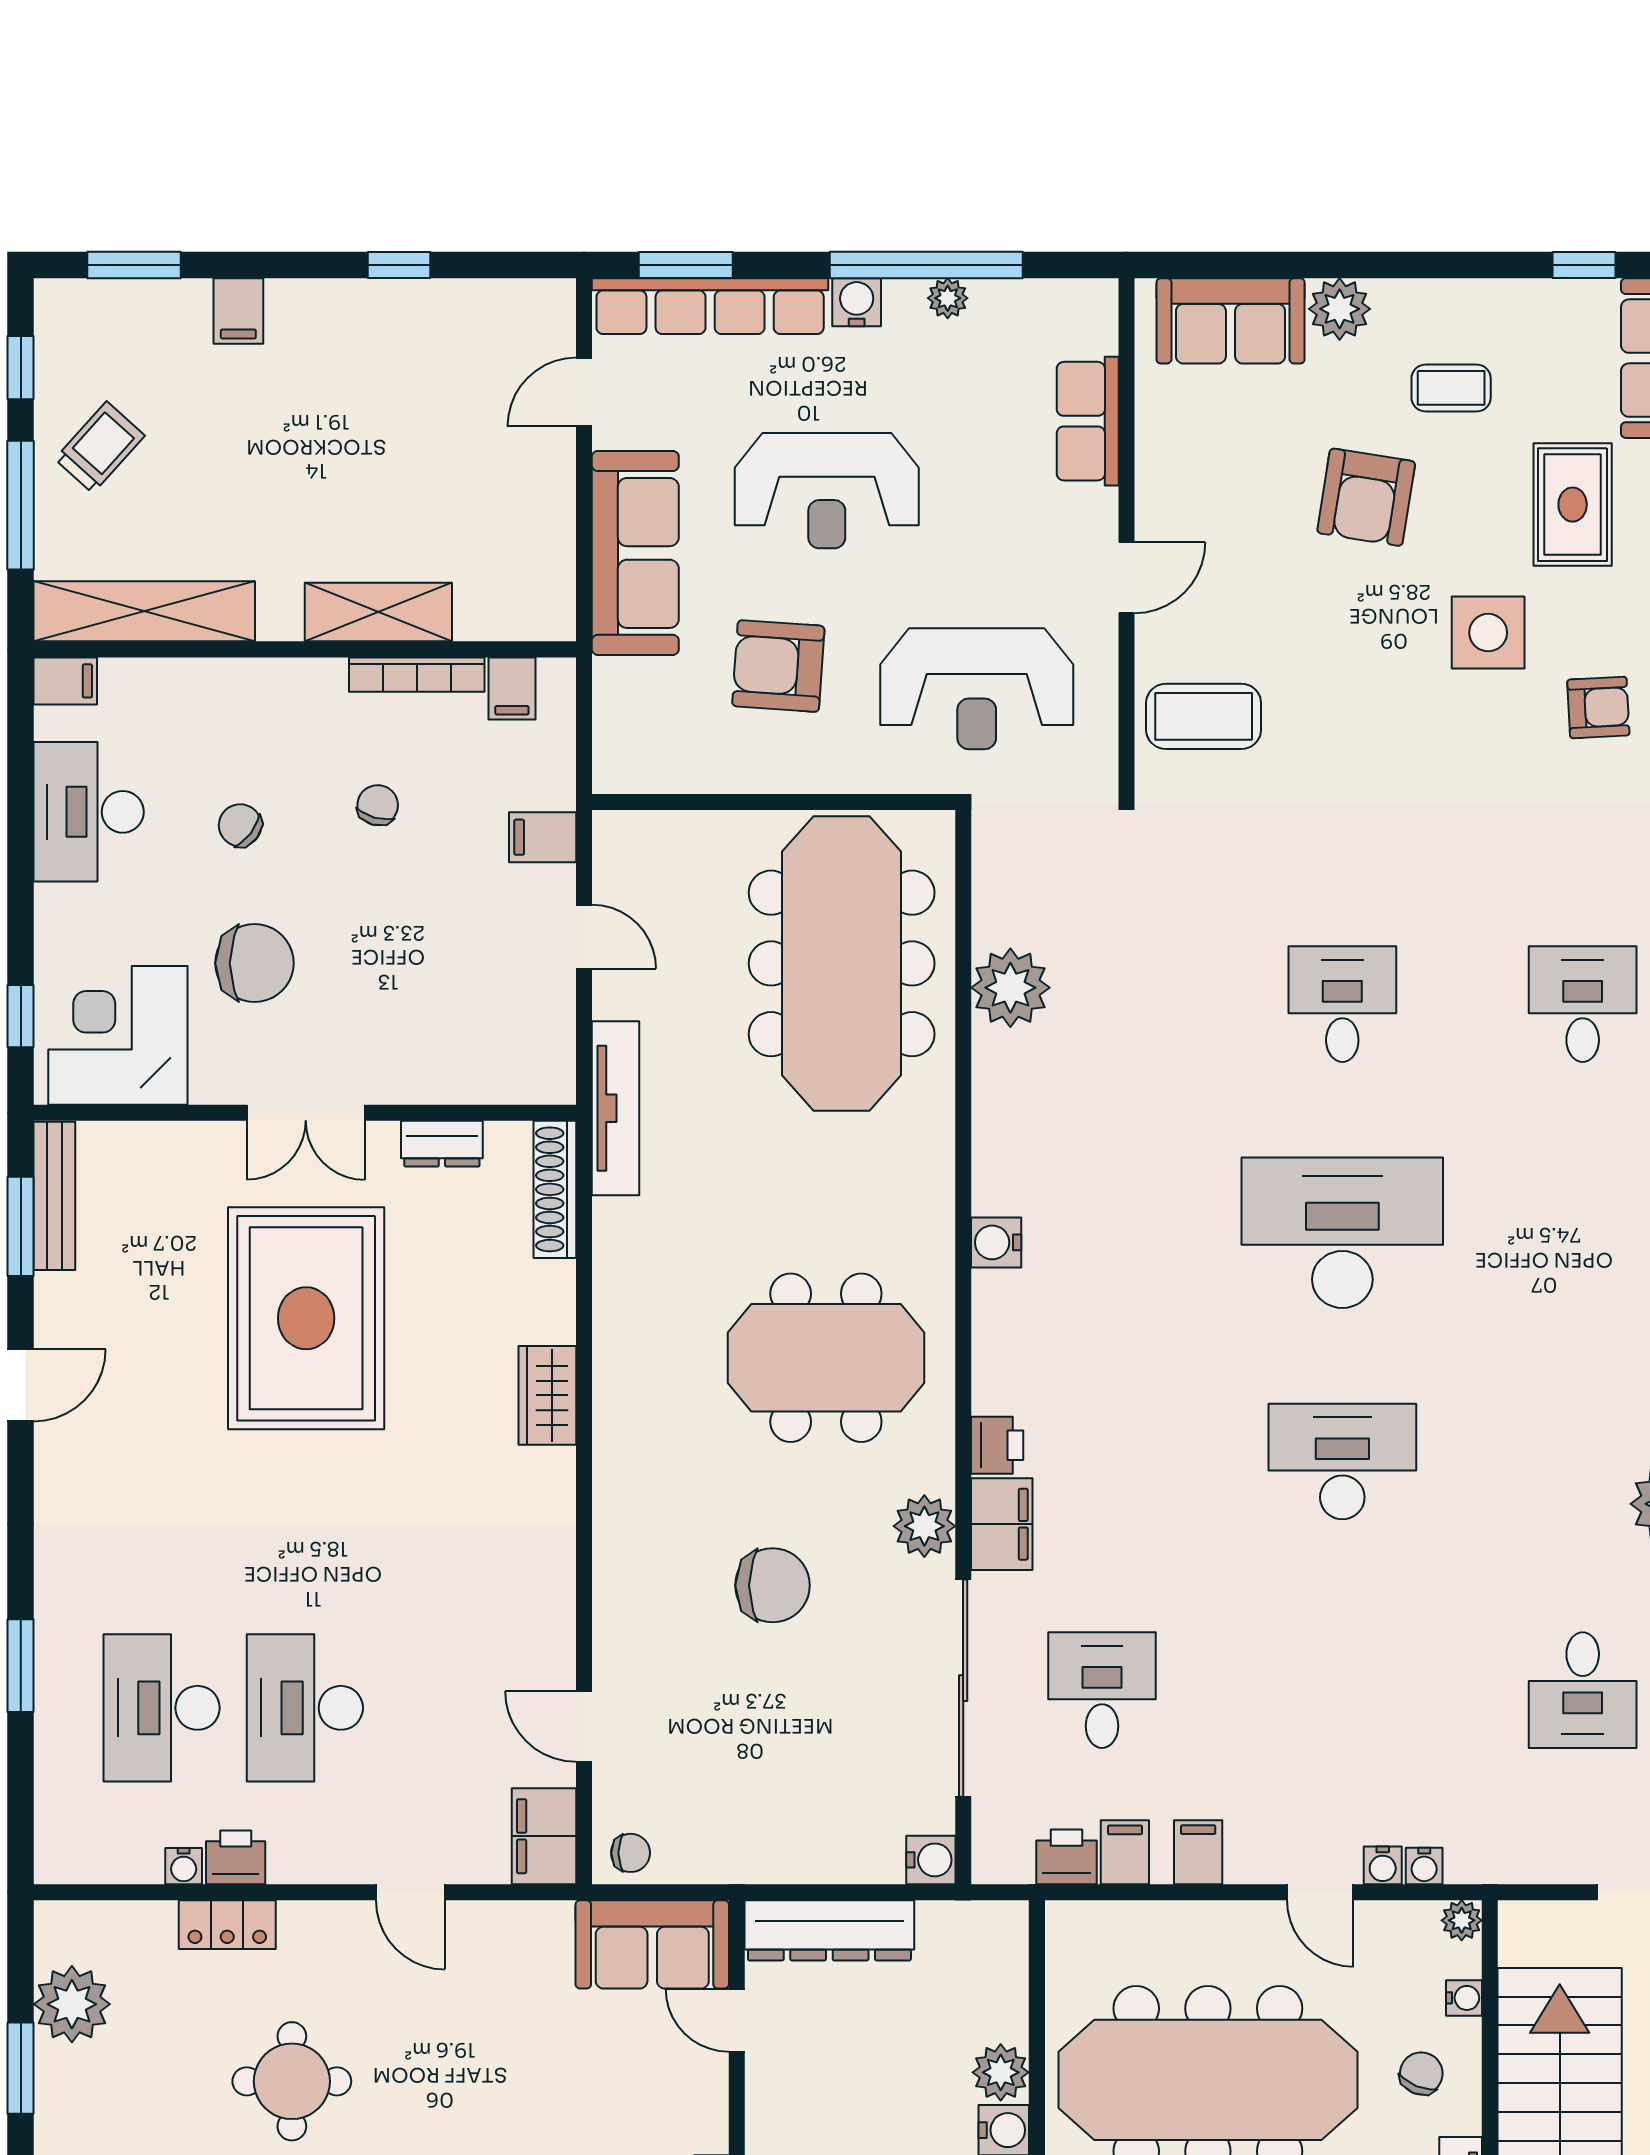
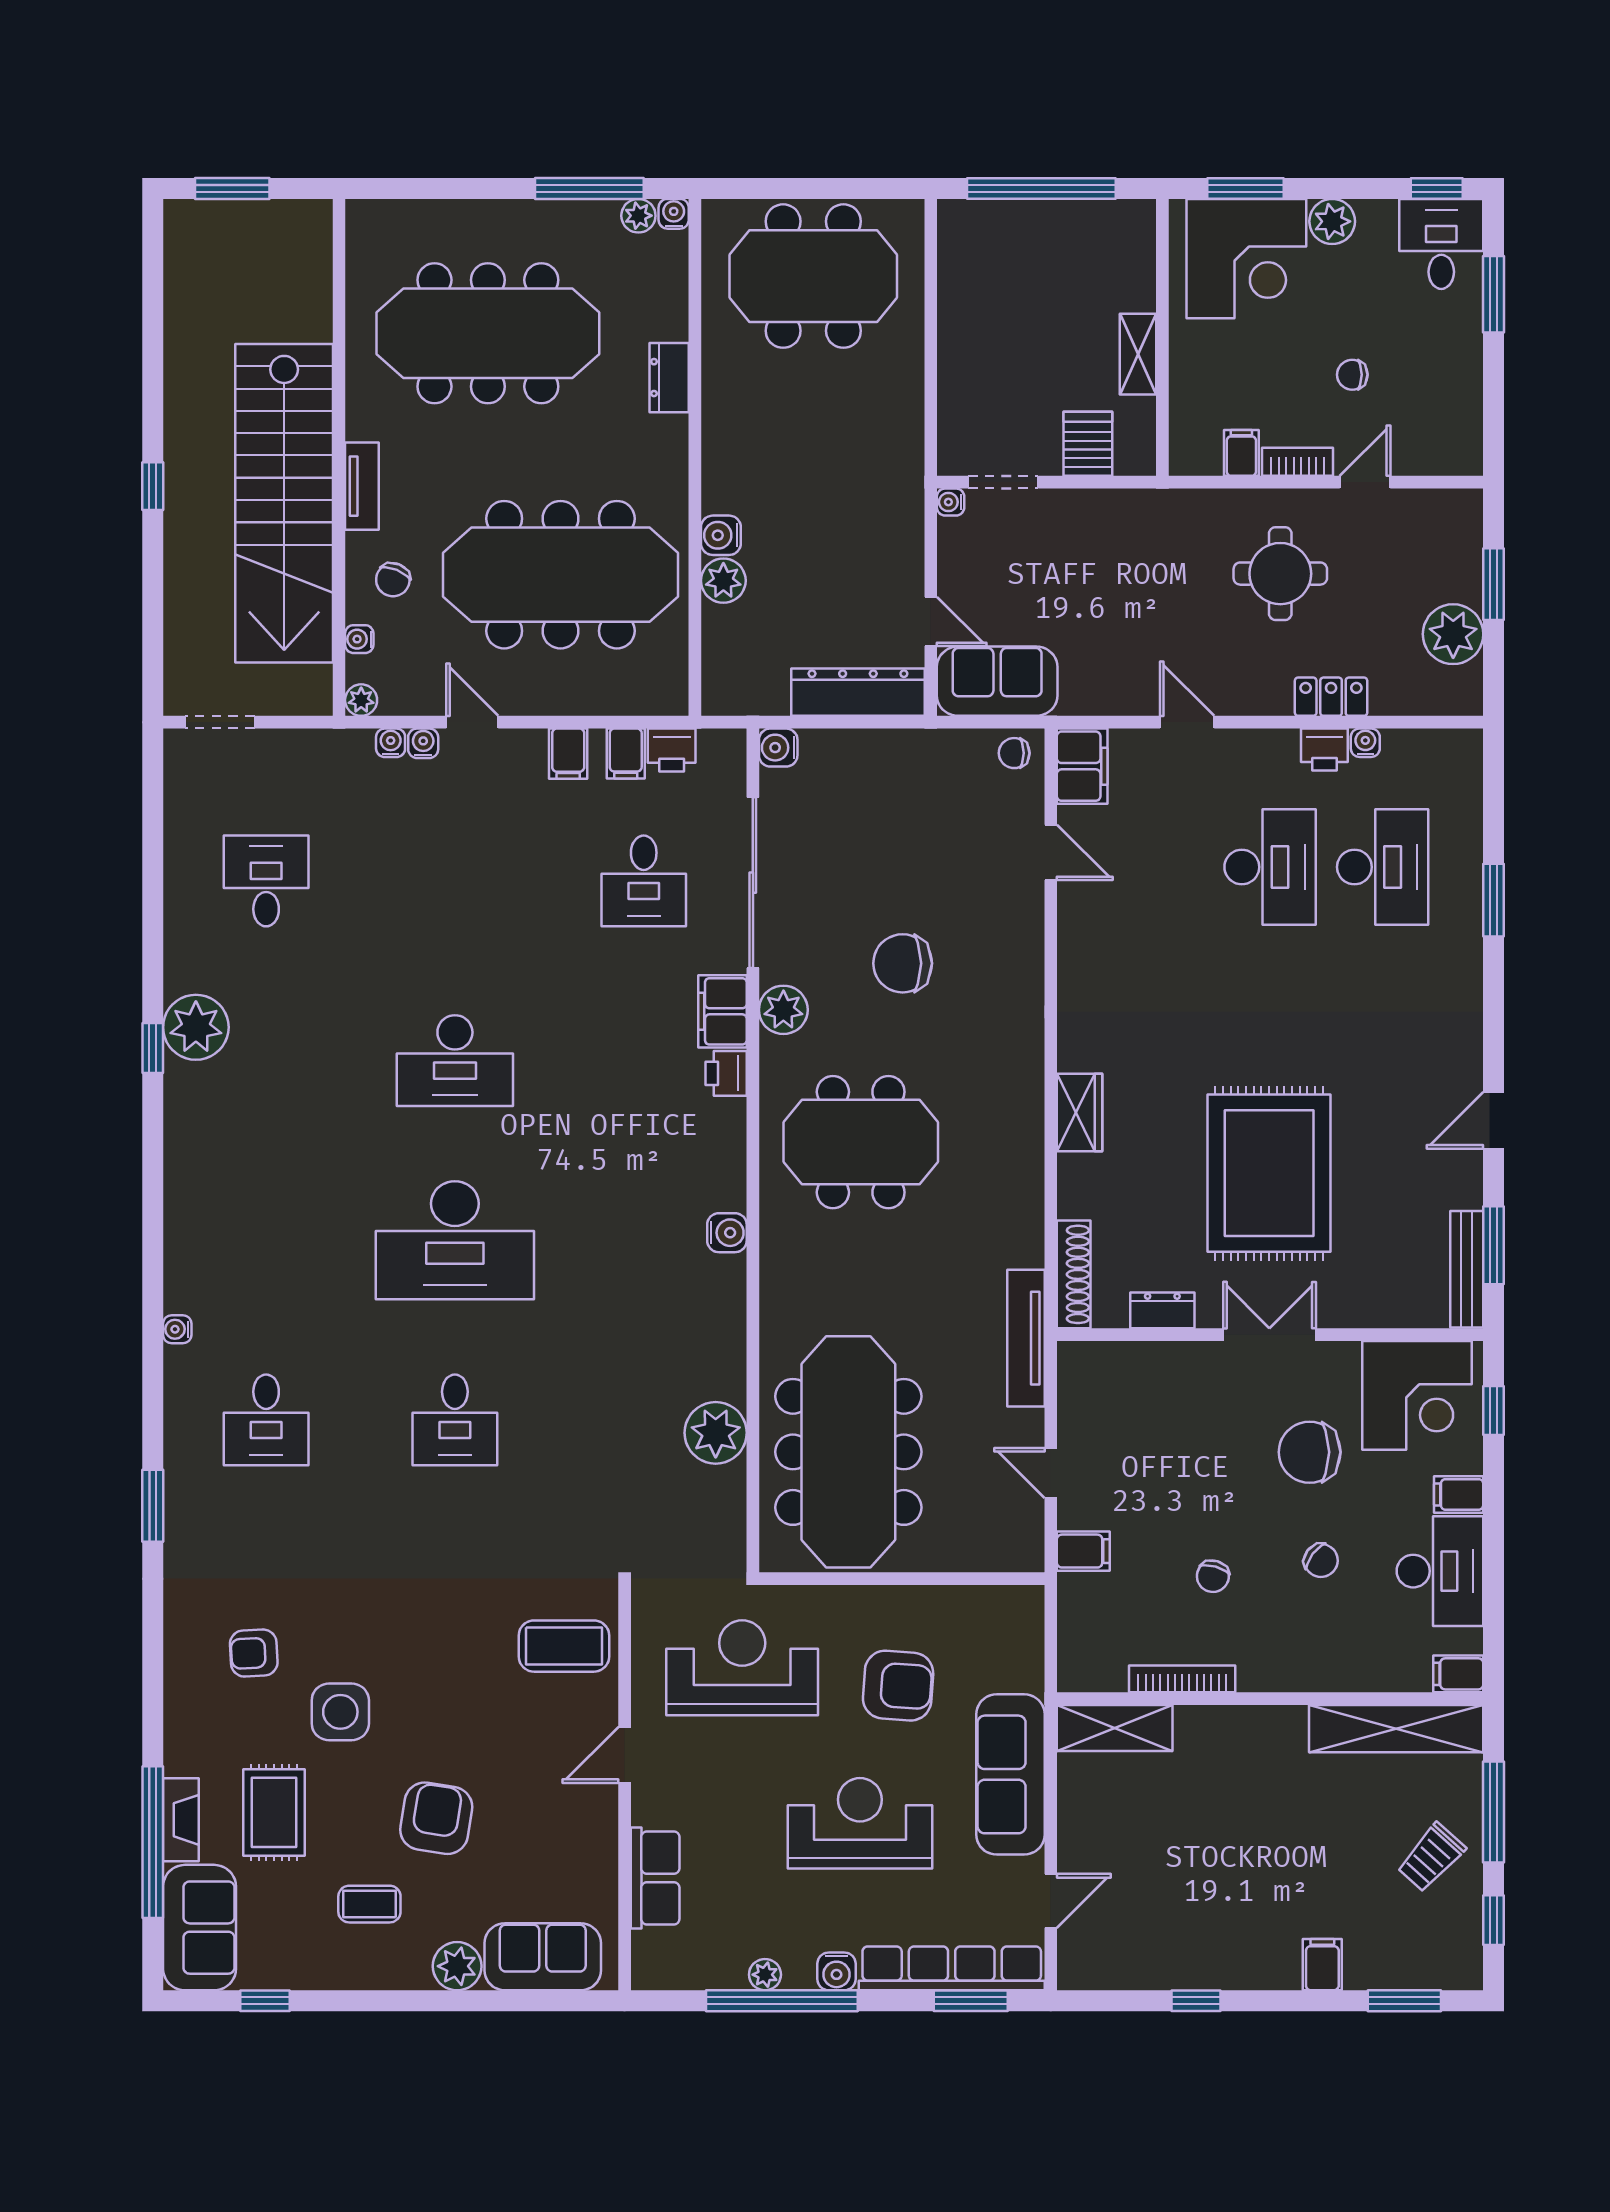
shelving: (378, 612) -> (1115, 1728), moved
filing cabinet: (512, 688) -> (1459, 1494), moved, turned -90

